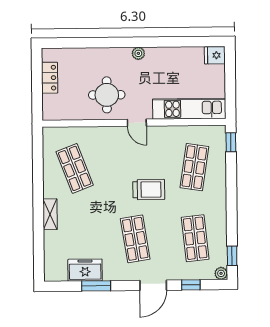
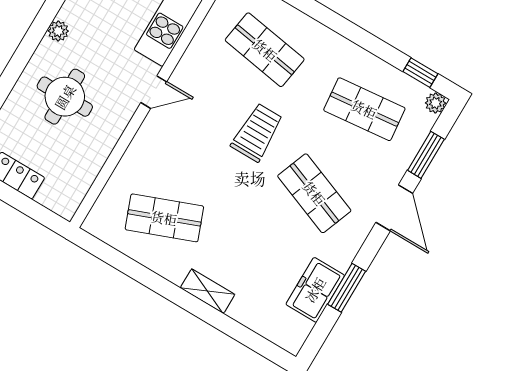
round table: (107, 95) -> (65, 97), moved
shop shelf: (135, 239) -> (314, 193), turned 30
window: (191, 285) -> (426, 155), width x1.50

